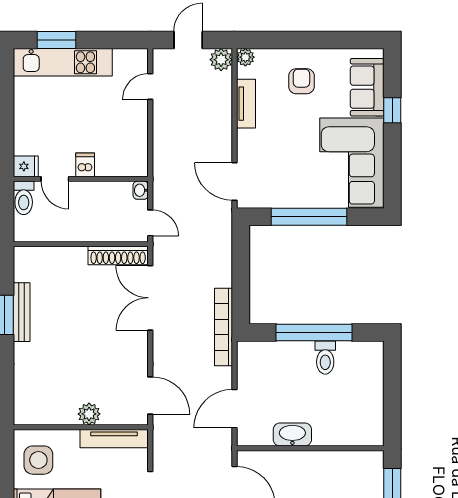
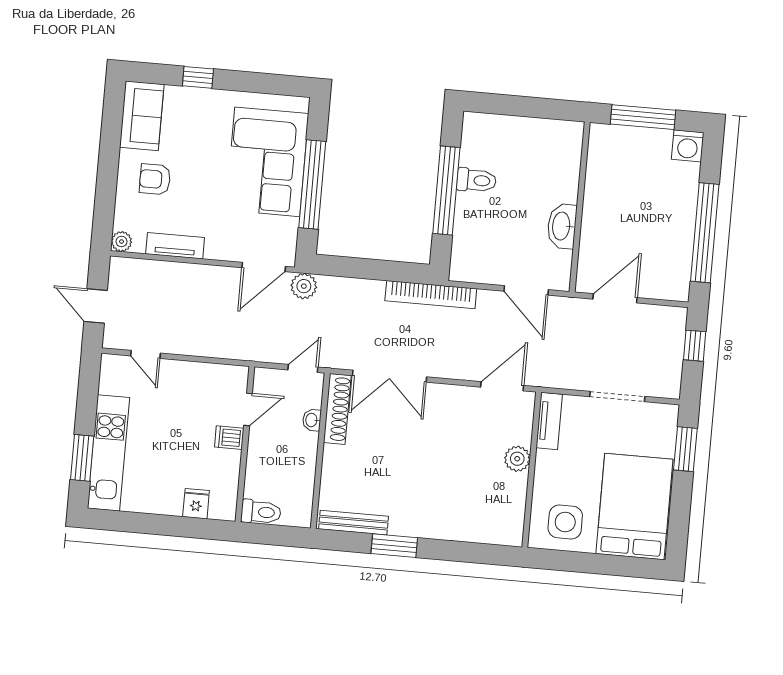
plant: (221, 60) -> (304, 286), moved
sofa: (367, 87) -> (142, 116), moved, turned -90
corner sofa: (352, 163) -> (267, 162), moved, turned 90
fridge: (26, 166) -> (196, 504), moved
door: (55, 179) -> (248, 409), moved
washbasin: (141, 190) -> (312, 420), moved, turned 90
bench: (22, 312) -> (353, 523), moved
tv unit: (114, 439) -> (549, 421), width x0.71

